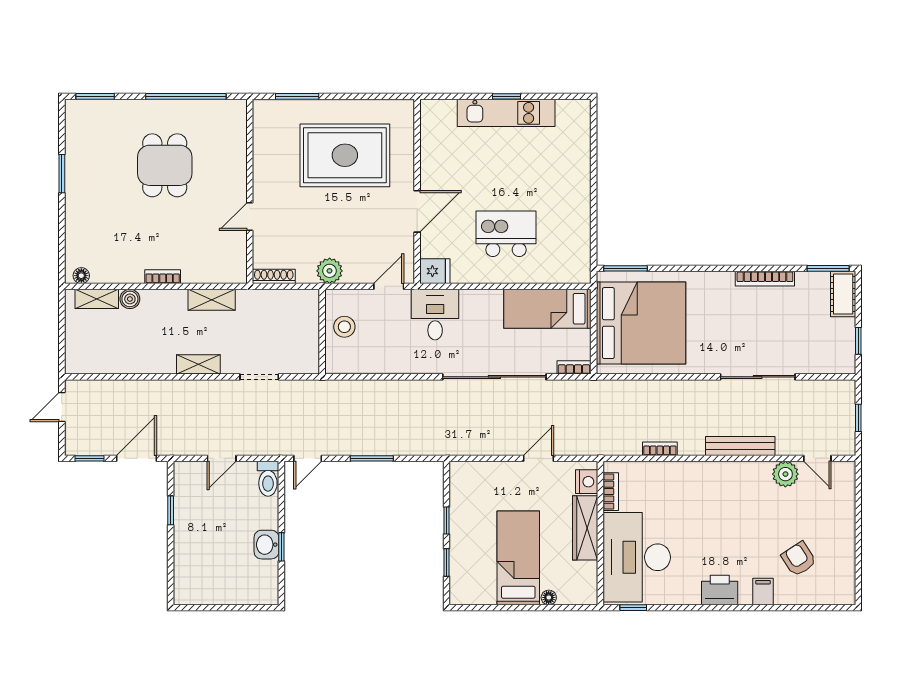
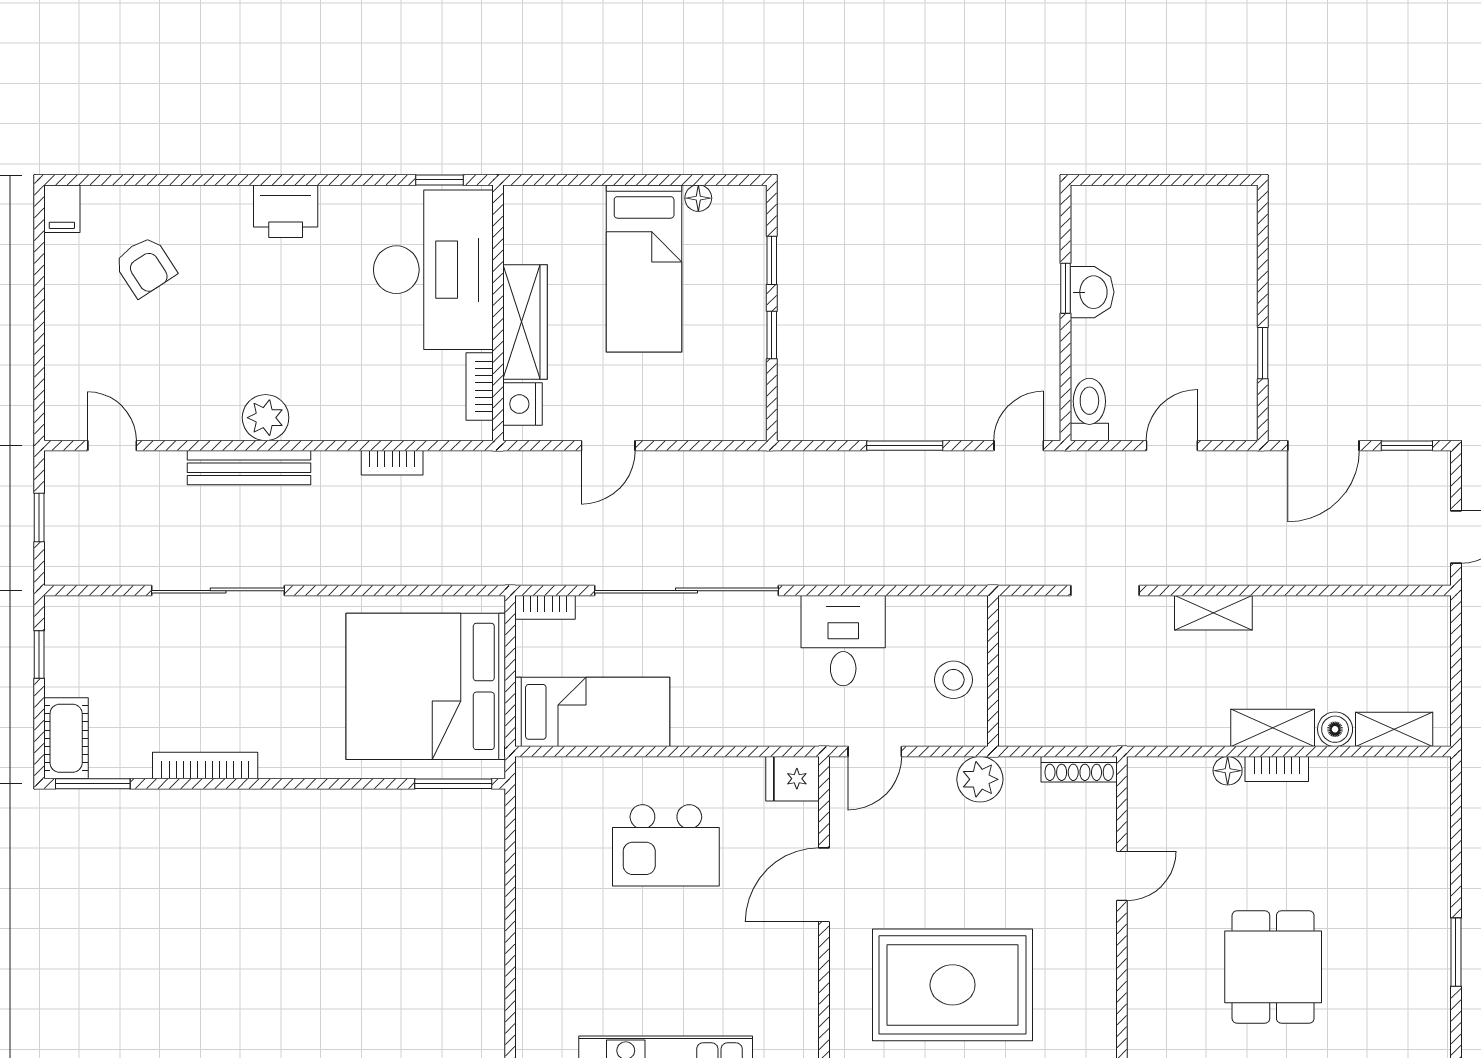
floor lamp: (81, 276) -> (1228, 771), moved
shelving: (212, 300) -> (1273, 728), moved
desk: (435, 315) -> (843, 641), moved, turned 180
plant: (785, 474) -> (266, 418), moved
filing cabinet: (763, 592) -> (62, 209), moved
floor lamp: (549, 597) -> (698, 198), moved

